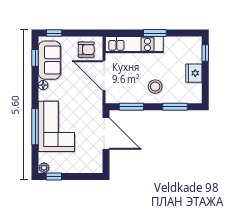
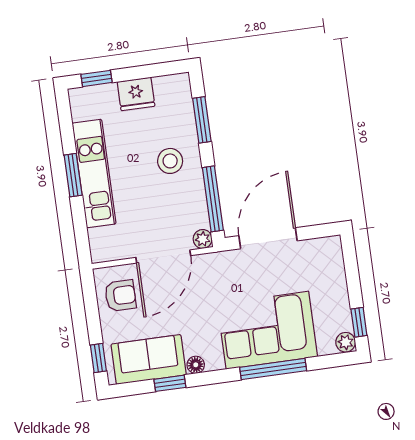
kitchen unit: (134, 45) -> (94, 173), moved
armchair: (86, 50) -> (120, 296), turned 90
window: (35, 58) -> (170, 383), moved
plant: (111, 98) -> (203, 239), added
window: (131, 107) -> (213, 199), width x1.44

